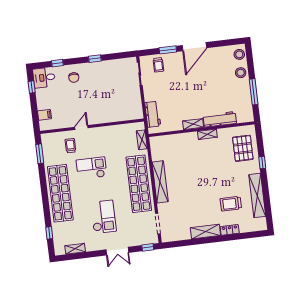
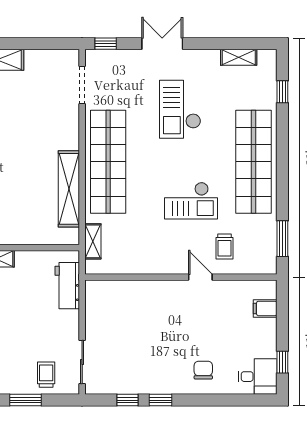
window: (57, 63) -> (128, 400), moved
door: (81, 128) -> (200, 277), swing flipped
shelving: (160, 182) -> (69, 189), moved

